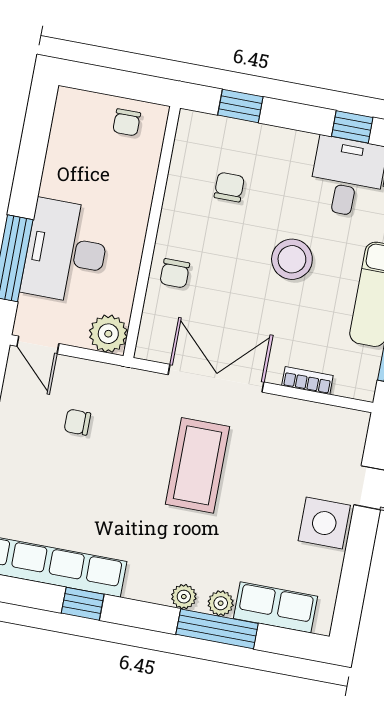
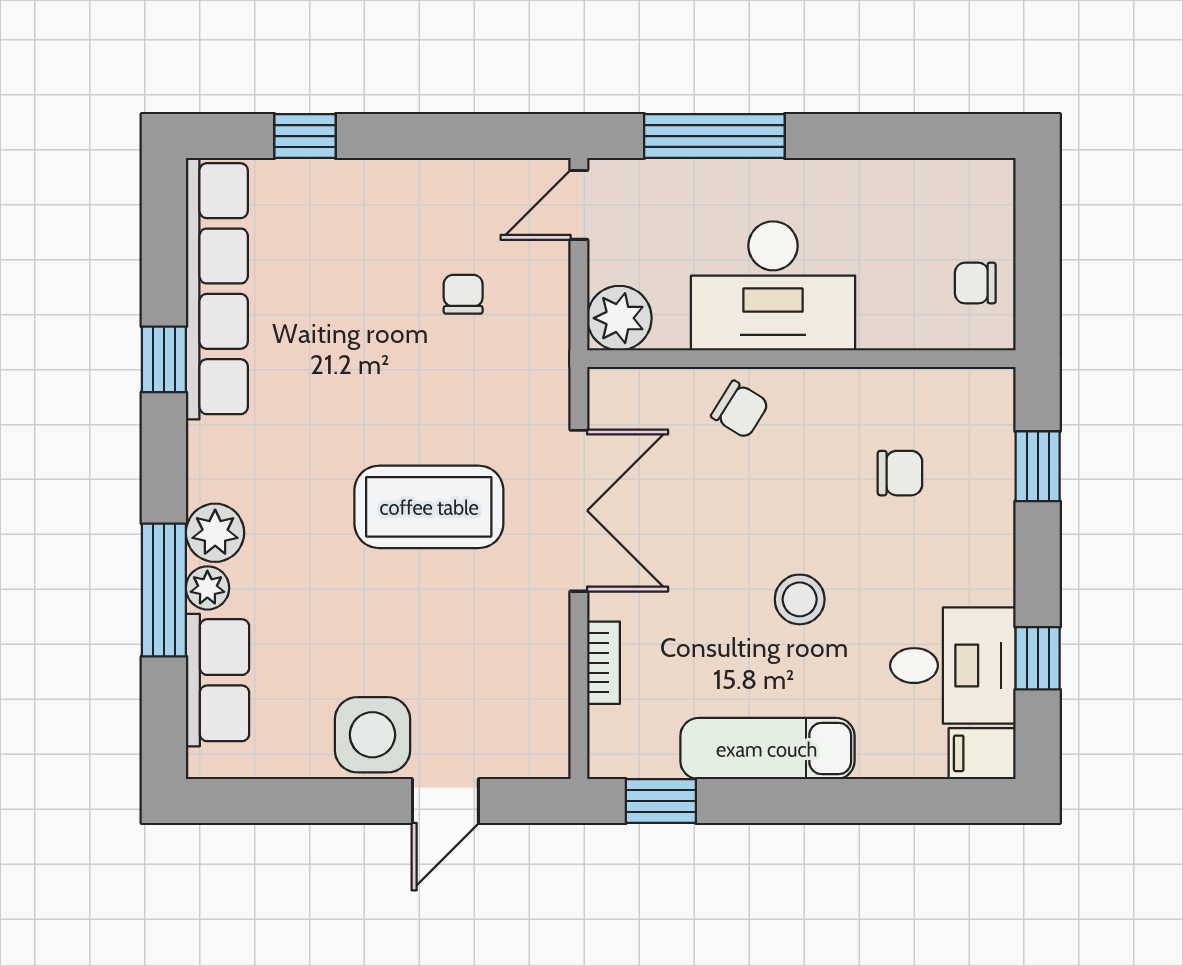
desk: (66, 251) -> (773, 286), moved, turned 180
stool: (292, 259) -> (800, 599), width x0.73, depth x0.73
chair: (175, 273) -> (740, 410), turned -148
plant: (184, 597) -> (215, 533), width x1.38, depth x1.38

